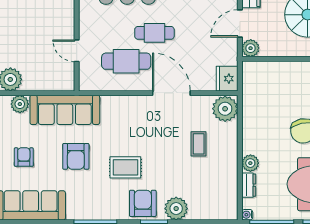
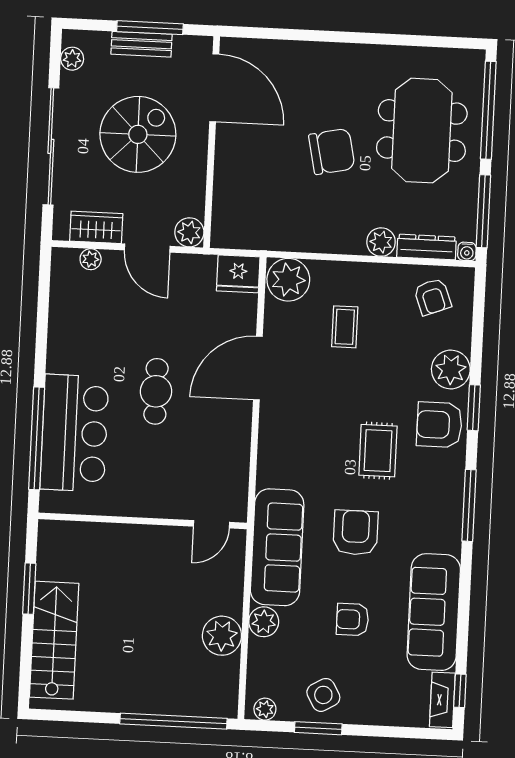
door: (77, 51) -> (212, 524), moved
cafe table: (126, 61) -> (201, 441), removed
coffee table: (199, 144) -> (345, 327), turned 90
armchair: (76, 156) -> (356, 533), turned -90
dresser: (249, 185) -> (427, 247), width x1.44
armchair: (219, 195) -> (433, 297), added

